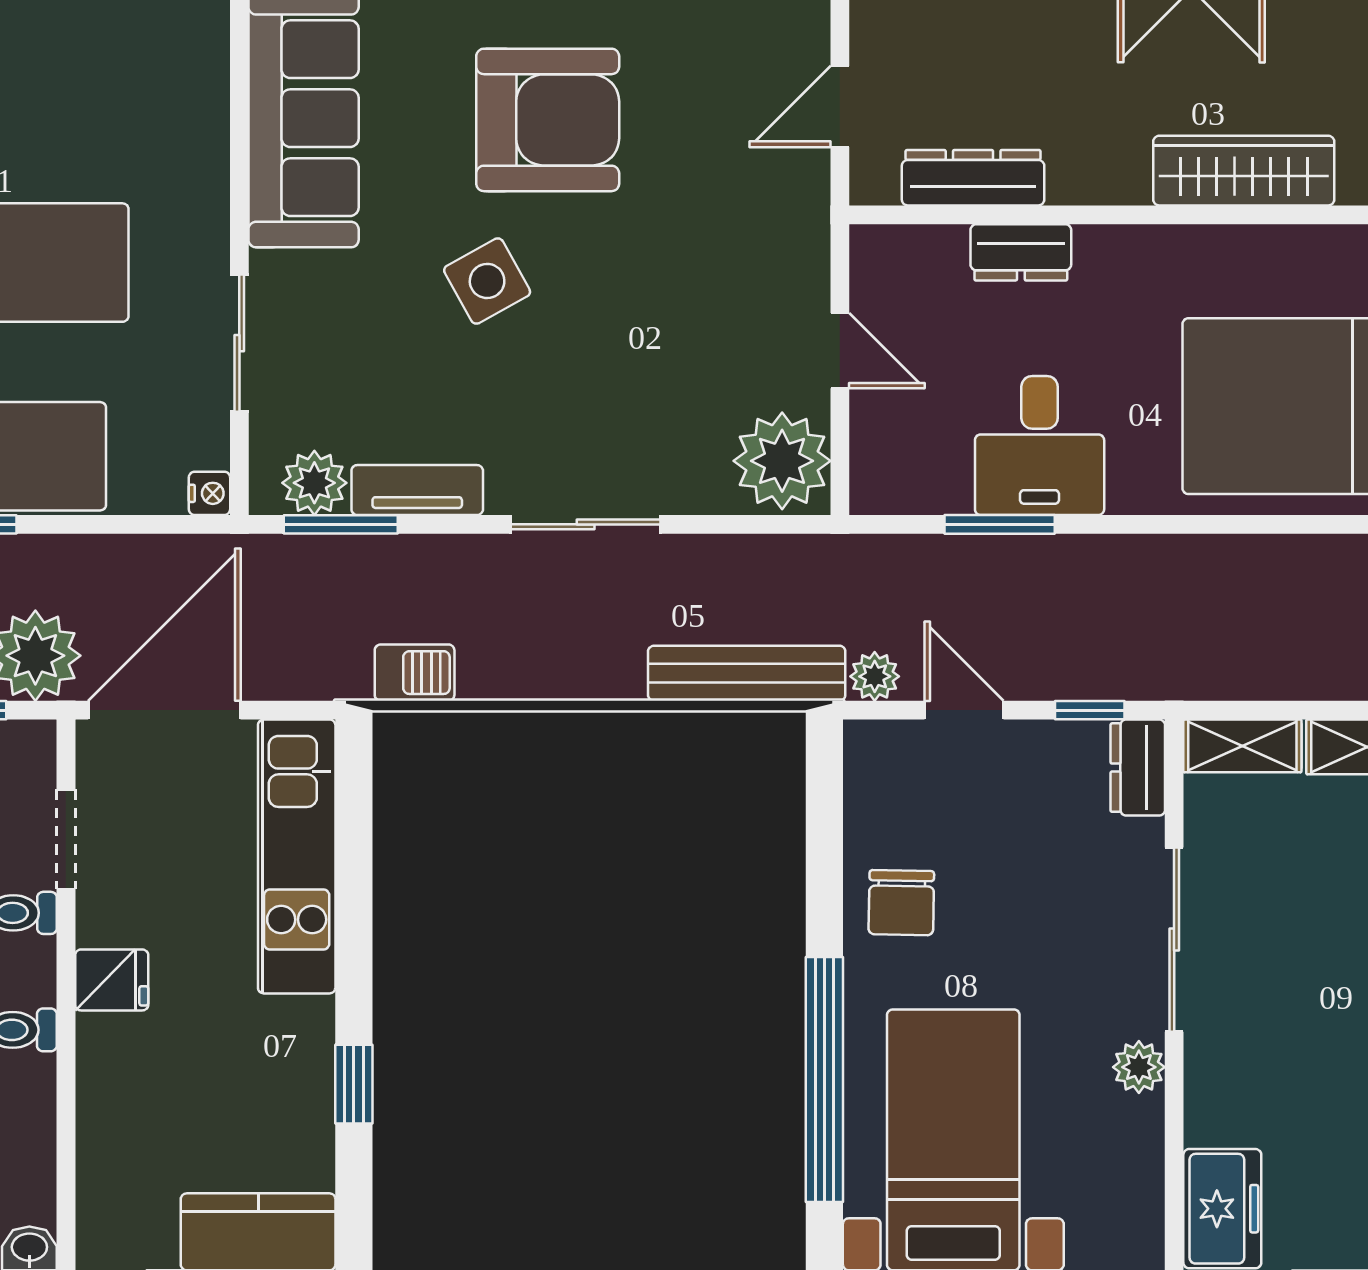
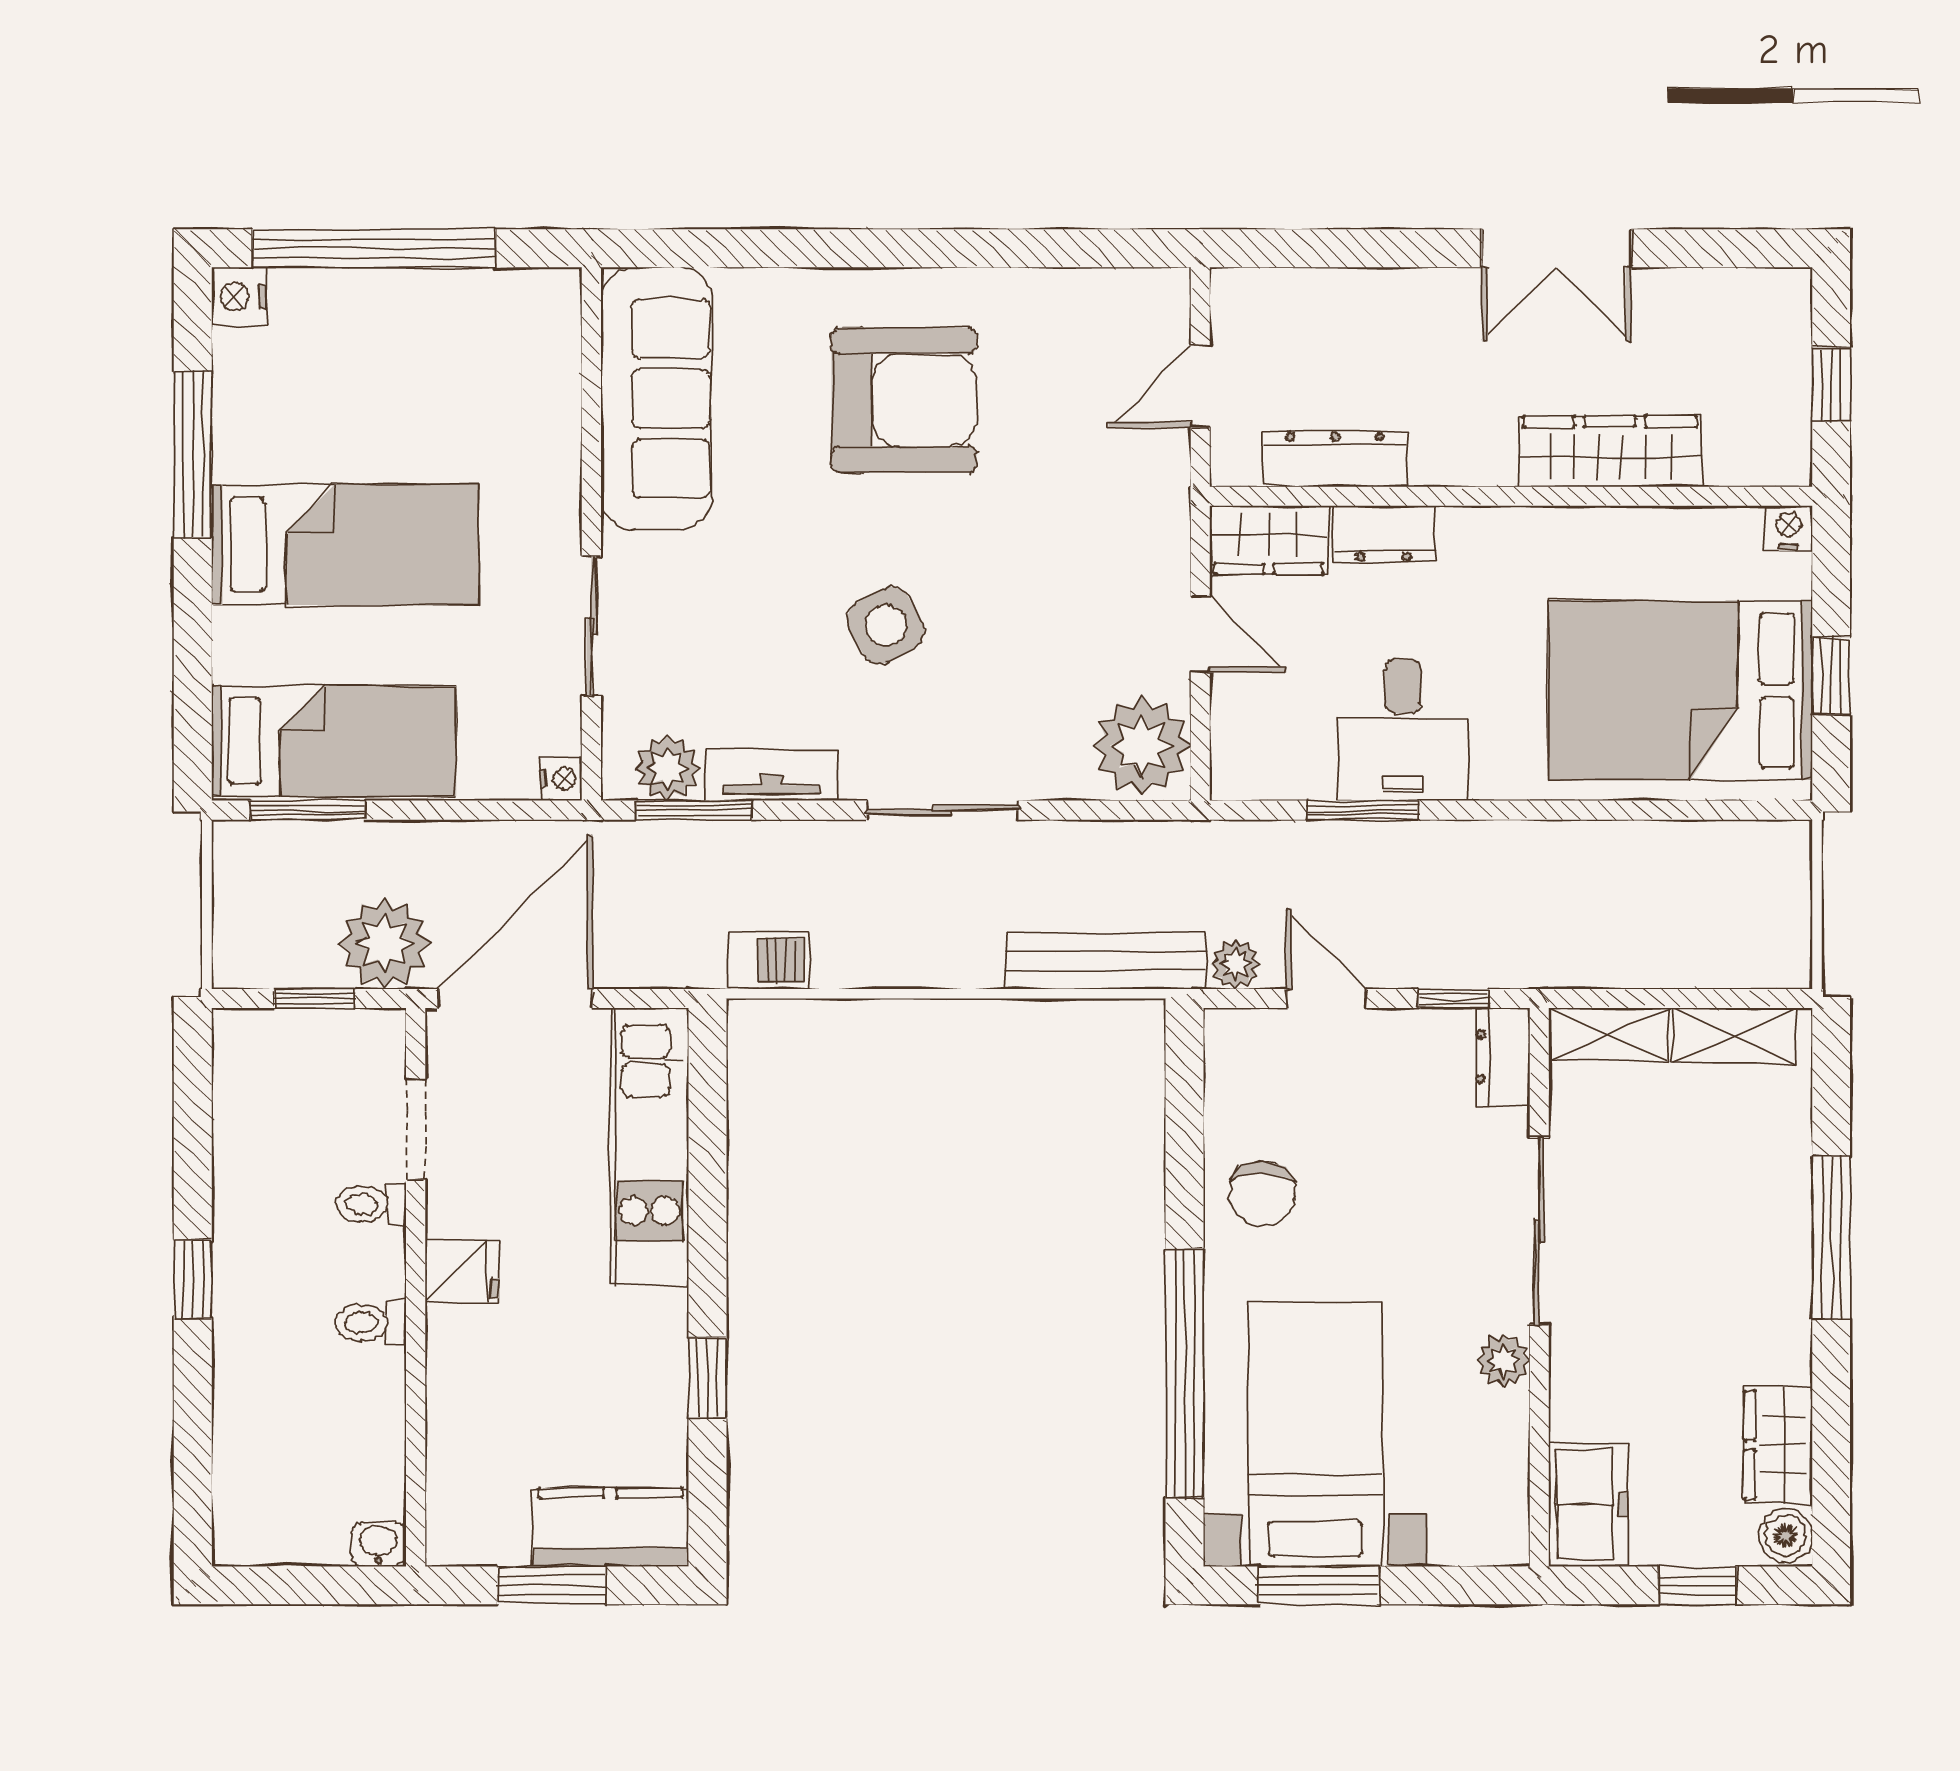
wardrobe: (907, 258) -> (1269, 540), added
side table: (487, 281) -> (886, 625), moved

